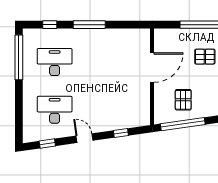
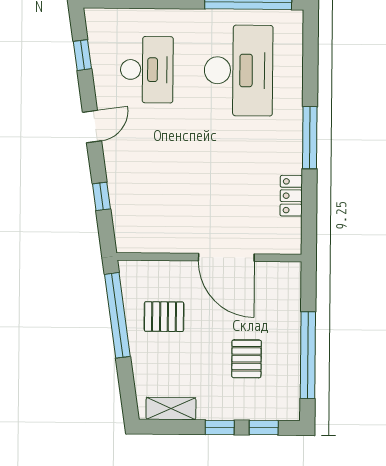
window: (50, 25) -> (310, 62), removed
locker: (120, 34) -> (291, 196), added
desk: (55, 62) -> (239, 70), width x1.36, depth x1.30

